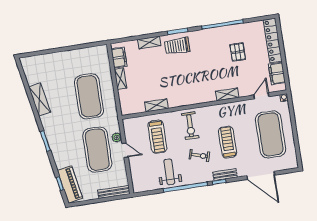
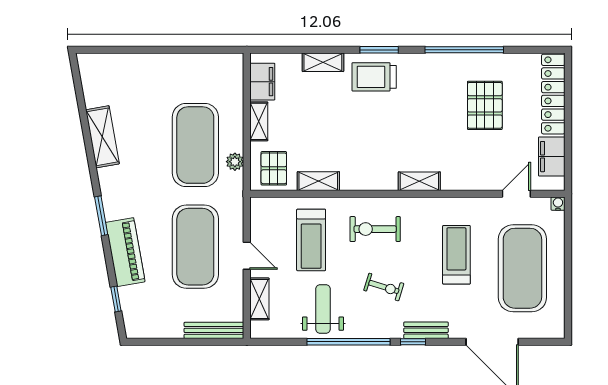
pallet: (238, 52) -> (485, 105), width x1.50, depth x1.42
shelving: (227, 94) -> (419, 181), moved
pallet: (132, 102) -> (274, 168), added
exercise bike: (190, 126) -> (375, 229), turned 90
plant: (117, 137) -> (235, 162), moved
treadmill: (228, 142) -> (456, 255), moved
shelving: (135, 172) -> (259, 299), added
piano: (70, 184) -> (125, 252), moved

